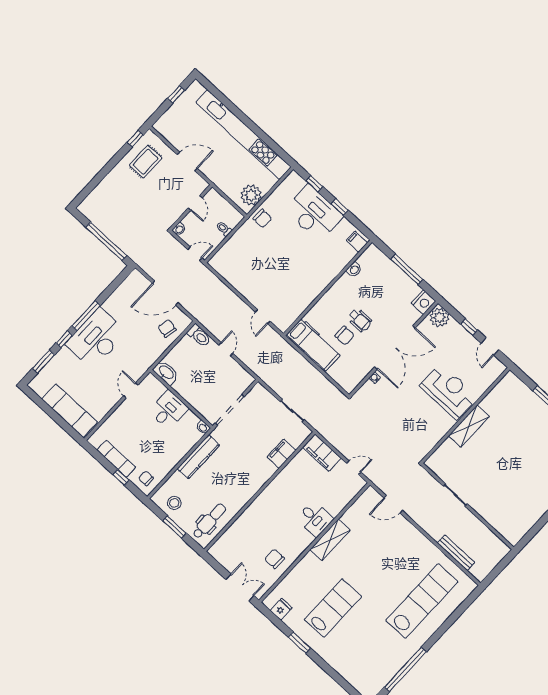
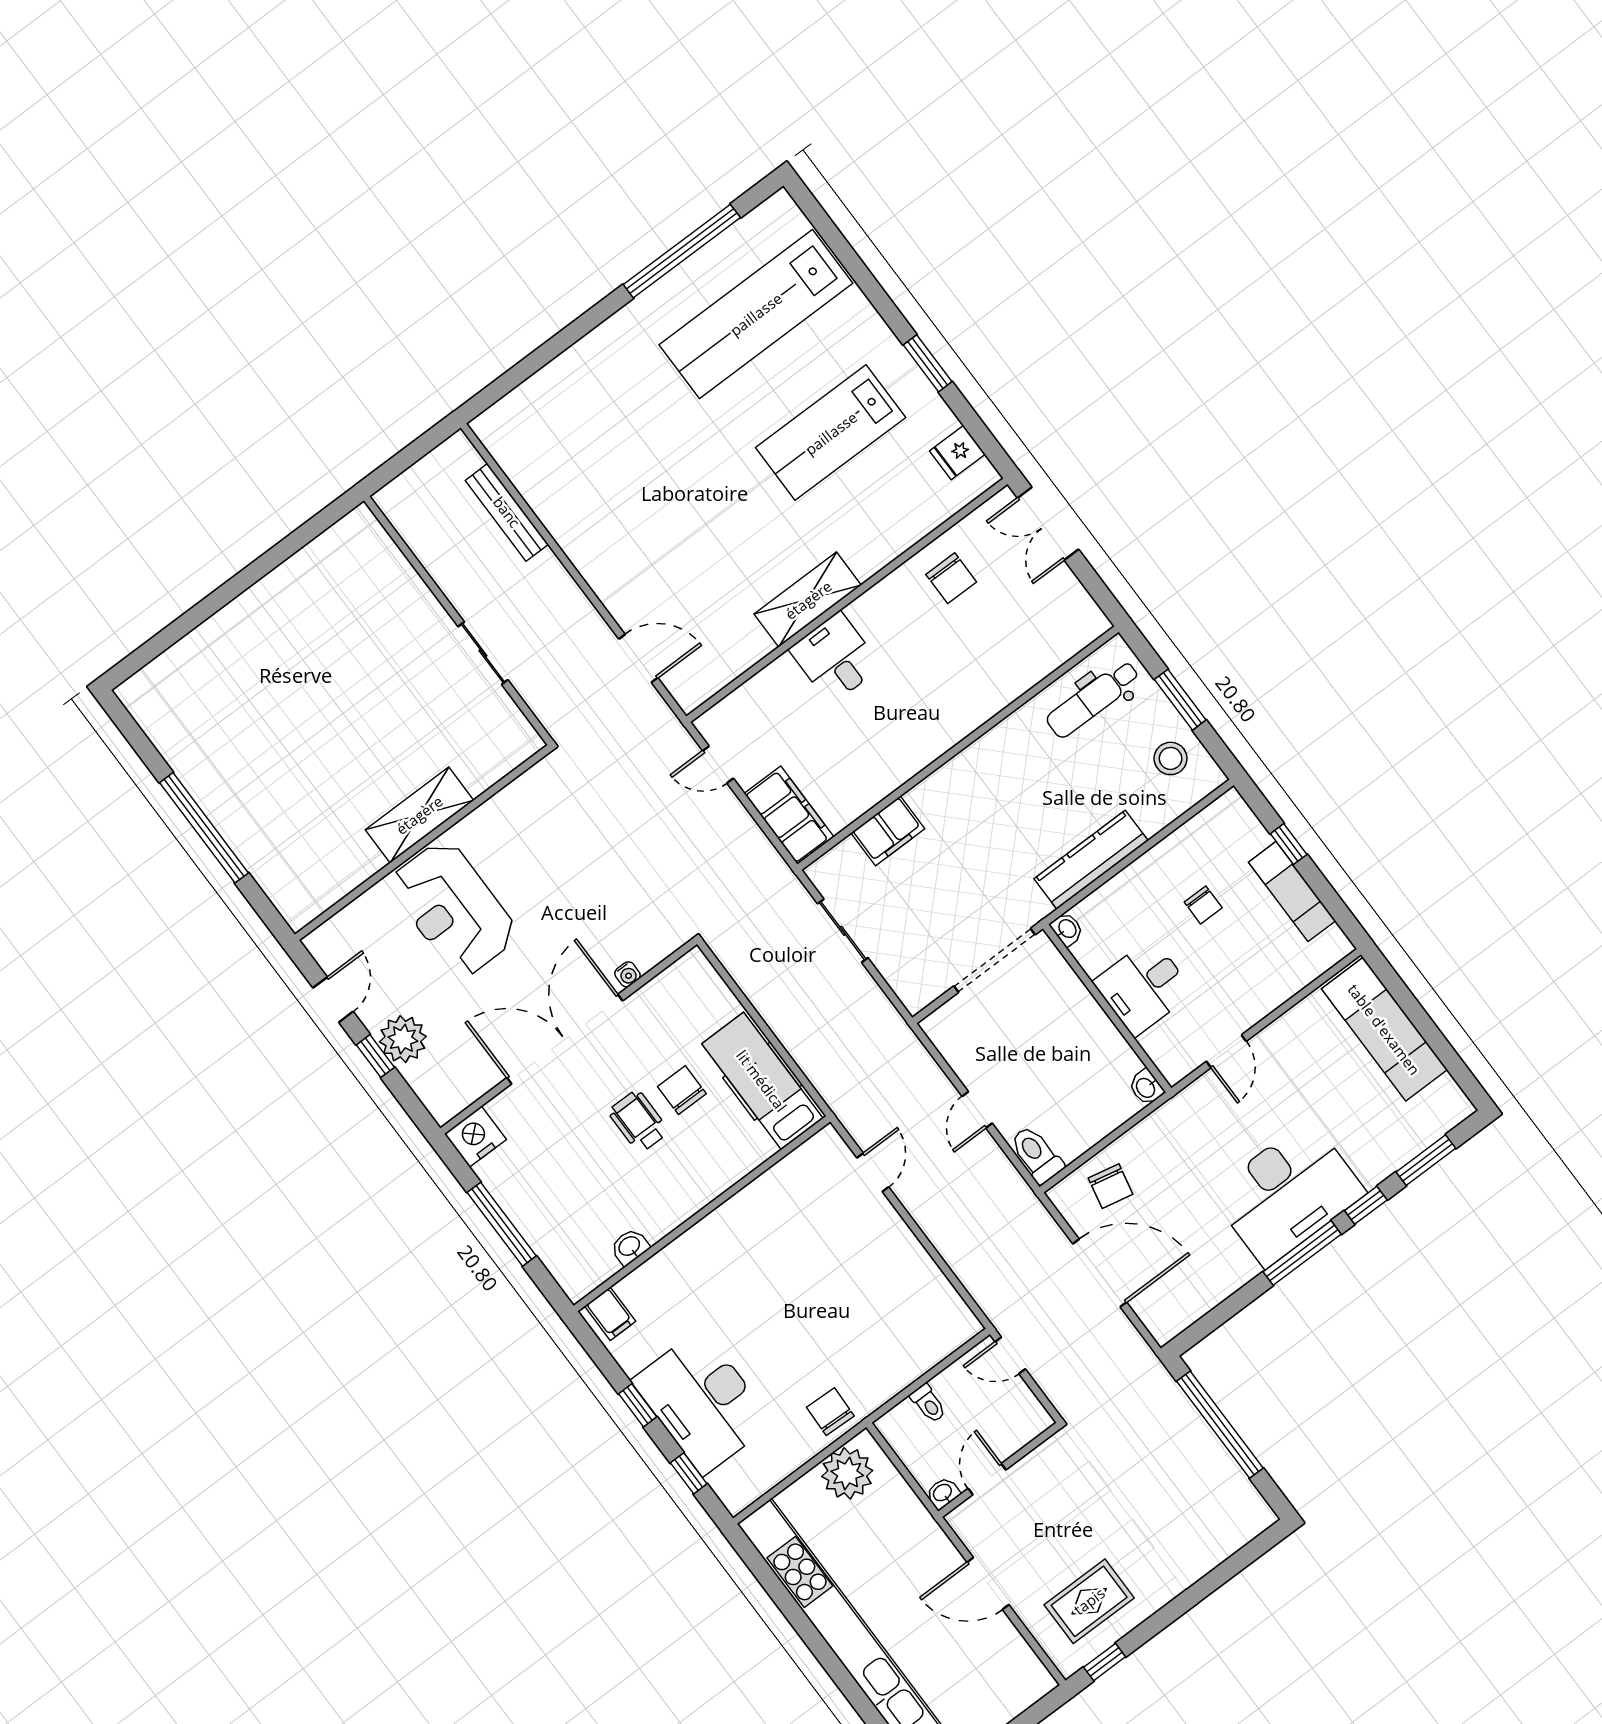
washbasin: (179, 229) -> (943, 1493), moved
plant: (439, 317) -> (403, 1039), moved
washbasin: (166, 373) -> (1146, 1087), width x0.52, depth x0.69
chair: (146, 478) -> (1203, 905), moved
lab bench: (422, 601) -> (756, 314), moved

